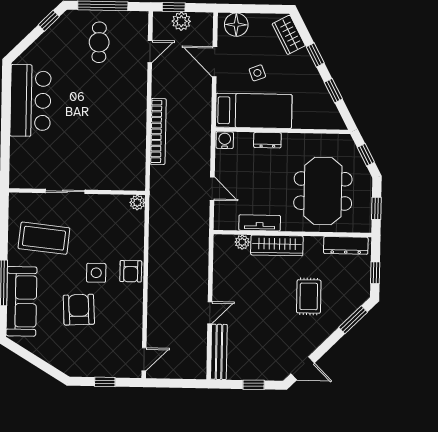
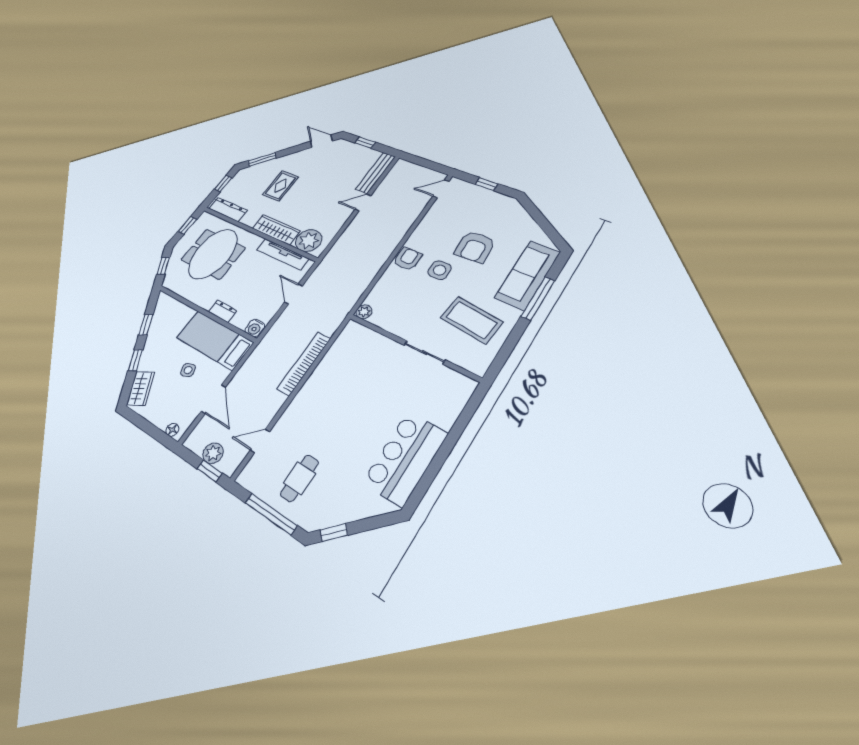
floor lamp: (236, 25) -> (172, 430), width x0.53, depth x0.53
tv unit: (260, 223) -> (283, 254), width x1.41
plant: (242, 242) -> (309, 241), width x1.88, depth x1.88

